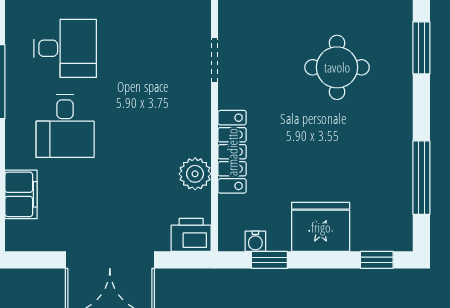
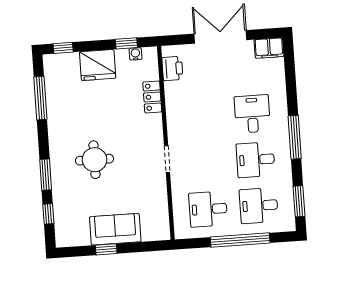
locker: (232, 152) -> (152, 97), width x0.66
plant: (195, 174) -> (174, 91), removed
filing cabinet: (21, 194) -> (269, 48), moved, turned -90
printer: (191, 235) -> (172, 69), moved, turned -90

